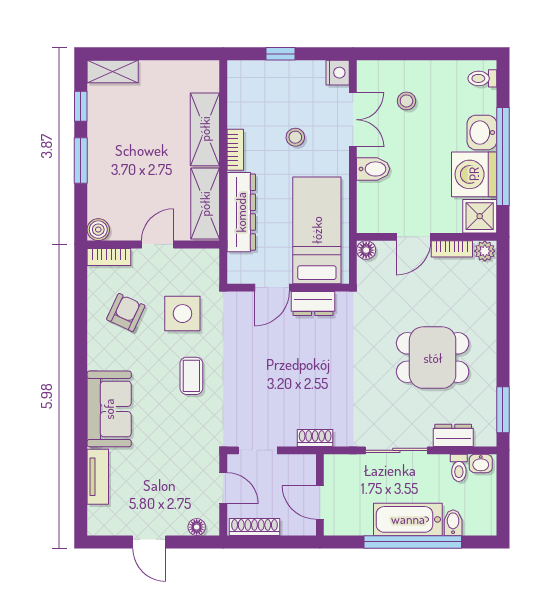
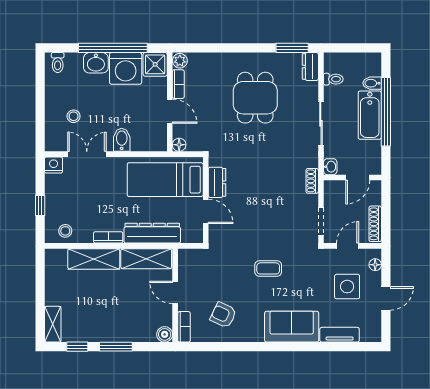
stool: (295, 137) -> (65, 231), moved
side table: (182, 314) -> (347, 287), moved
dresser: (453, 435) -> (310, 66), moved
washbasin: (481, 464) -> (330, 167), moved

